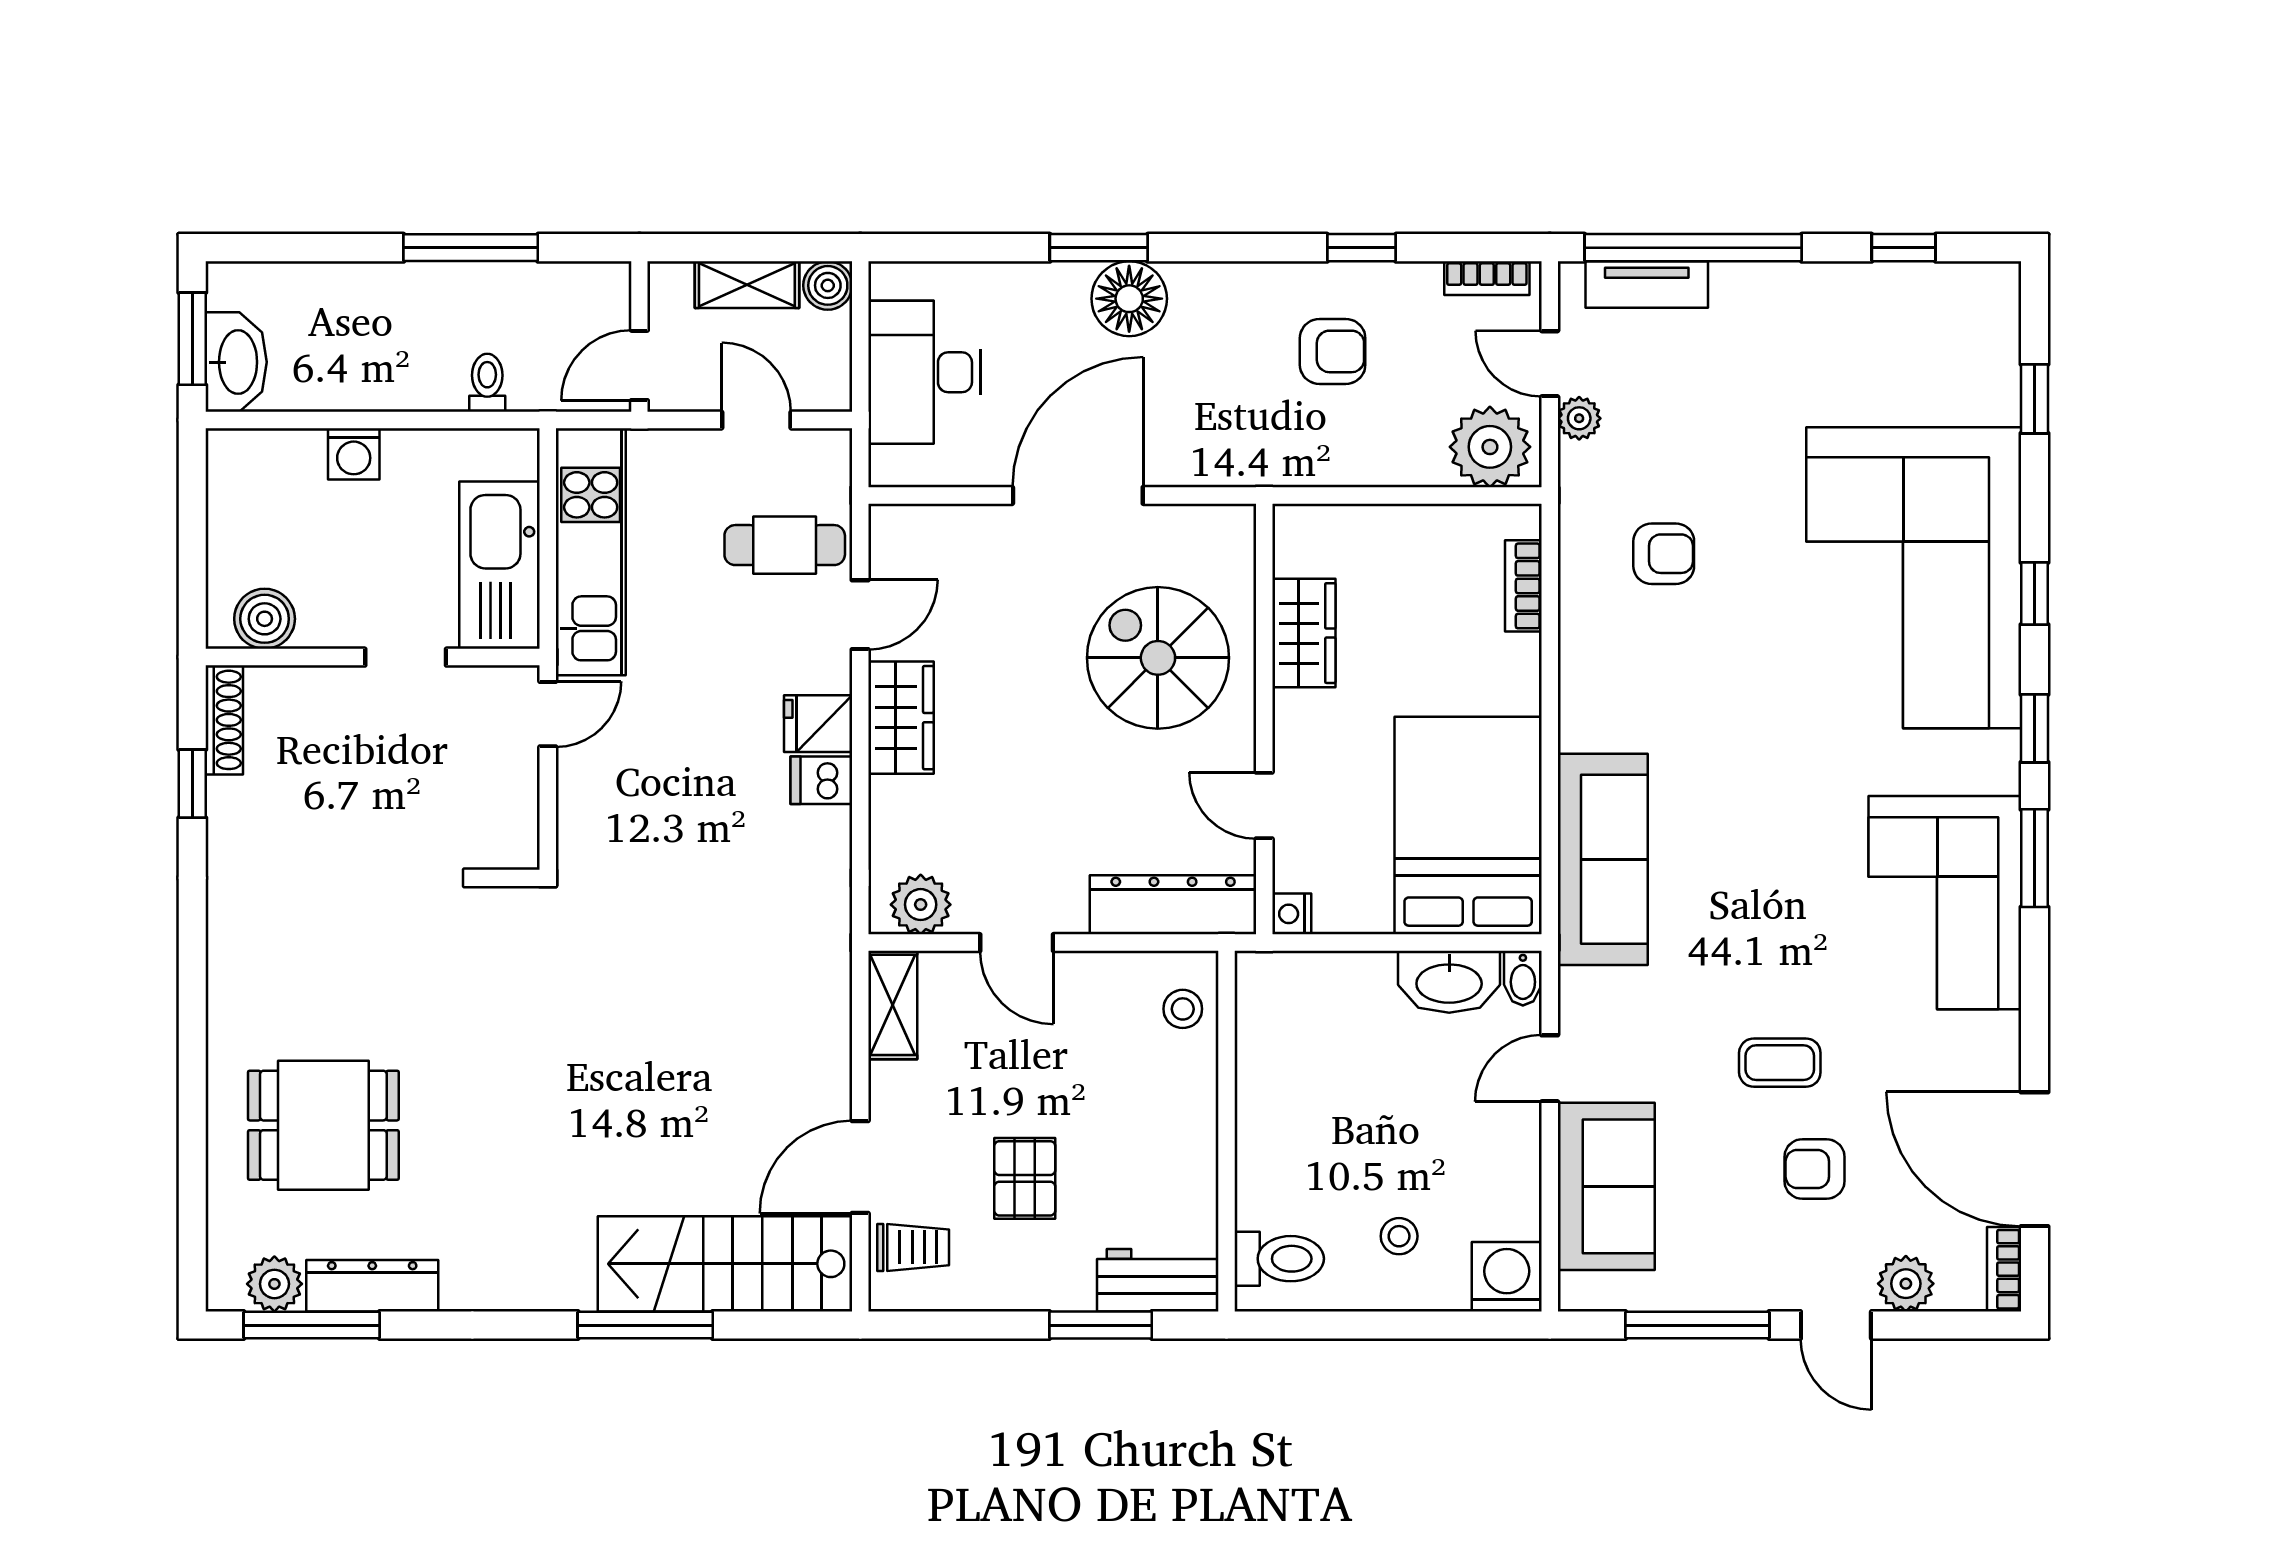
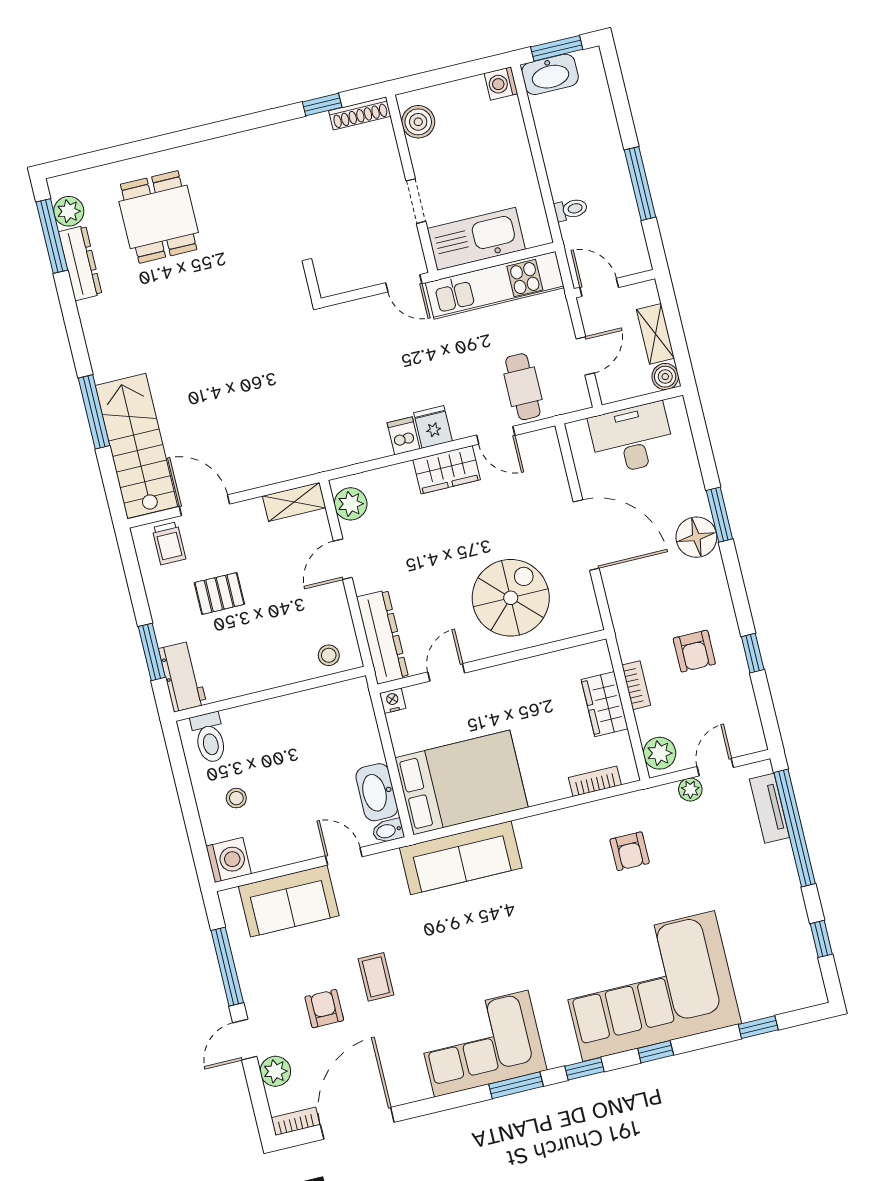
bookcase: (1487, 278) -> (636, 685), moved, turned 180
plant: (1490, 447) -> (660, 753), width x0.73, depth x0.73
washing machine: (354, 454) -> (501, 83), moved
wardrobe: (1304, 633) -> (605, 704), moved, turned 90

